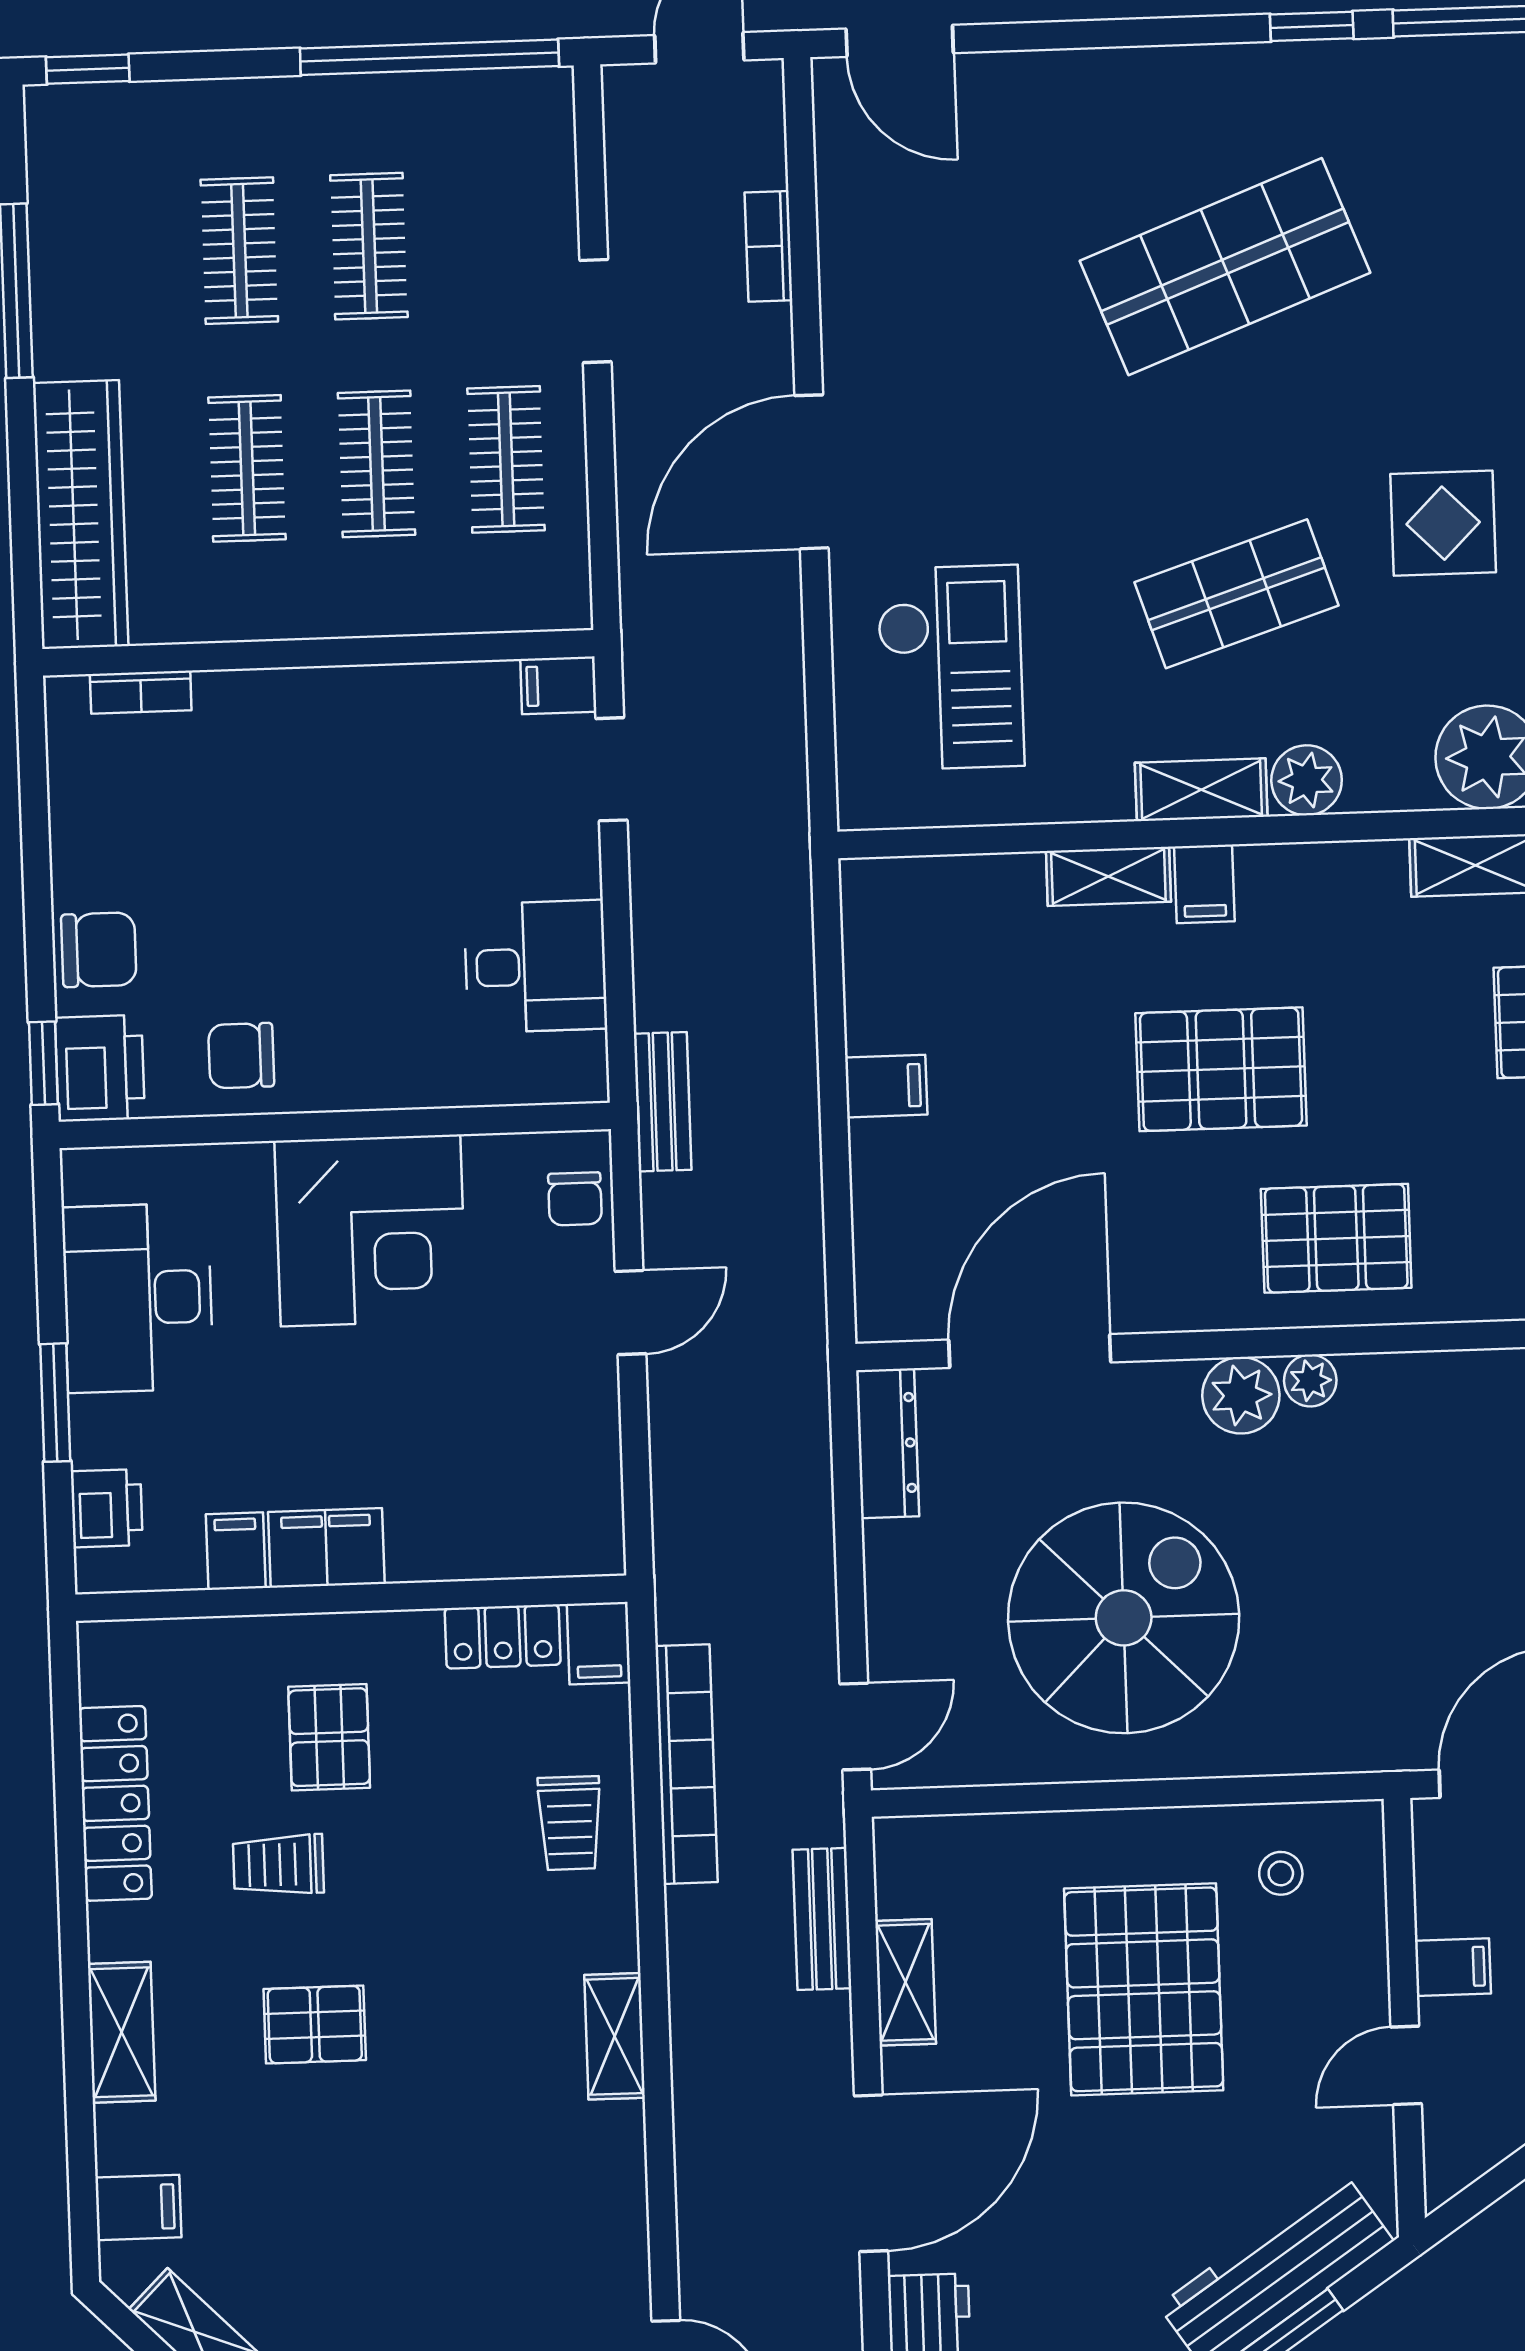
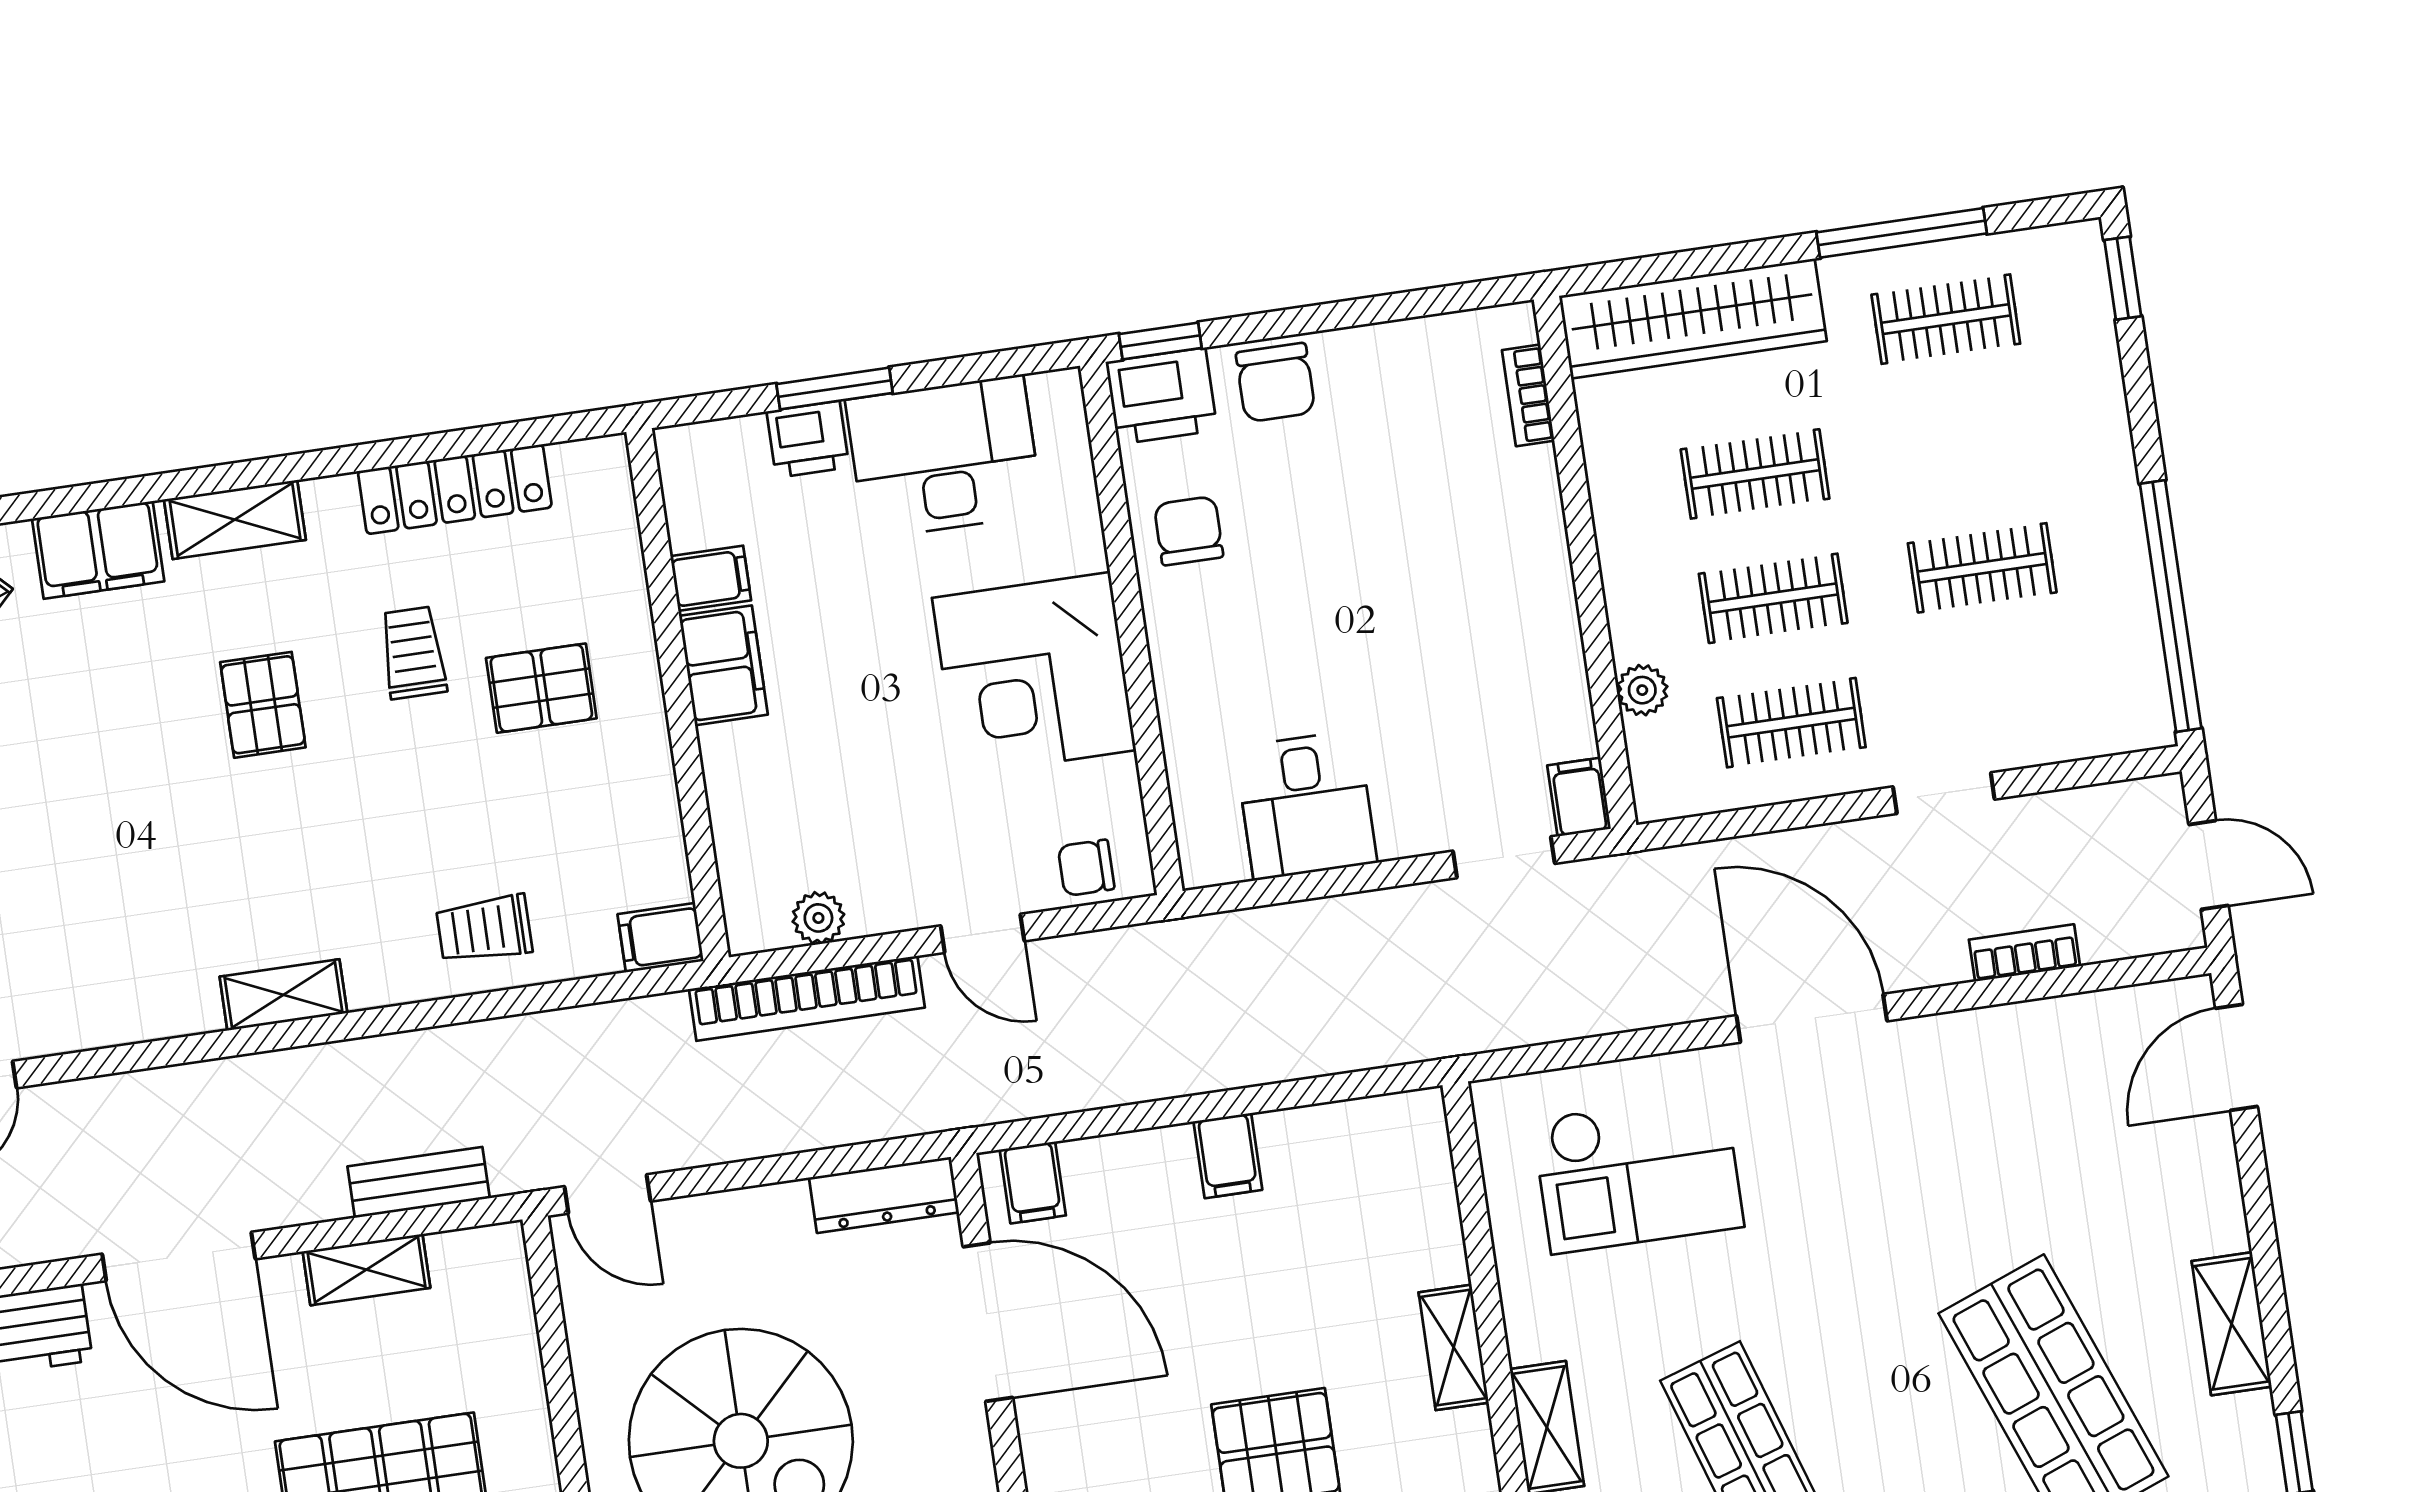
shelving: (1172, 76) -> (2232, 1324), added
clothes rail: (239, 251) -> (1946, 319), moved
plant: (456, 609) -> (1642, 690), added
filing cabinet: (1204, 884) -> (1033, 1183), moved, turned -90
bench: (663, 1102) -> (1189, 942), removed
plant: (596, 1479) -> (818, 918), added
printer: (107, 1508) -> (808, 439), moved
locker: (503, 1636) -> (657, 844), removed
bookcase: (687, 1764) -> (807, 998), moved
filing cabinet: (138, 2207) -> (98, 550), width x2.00

